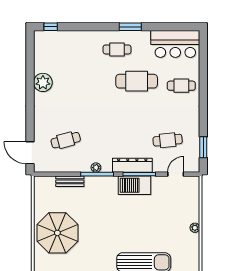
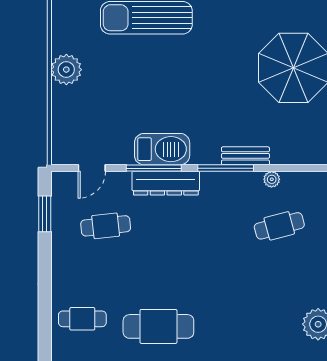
plant: (96, 168) -> (272, 179), moved
bench: (70, 181) -> (245, 156), moved
plant: (195, 228) -> (66, 70), width x1.87, depth x1.87

